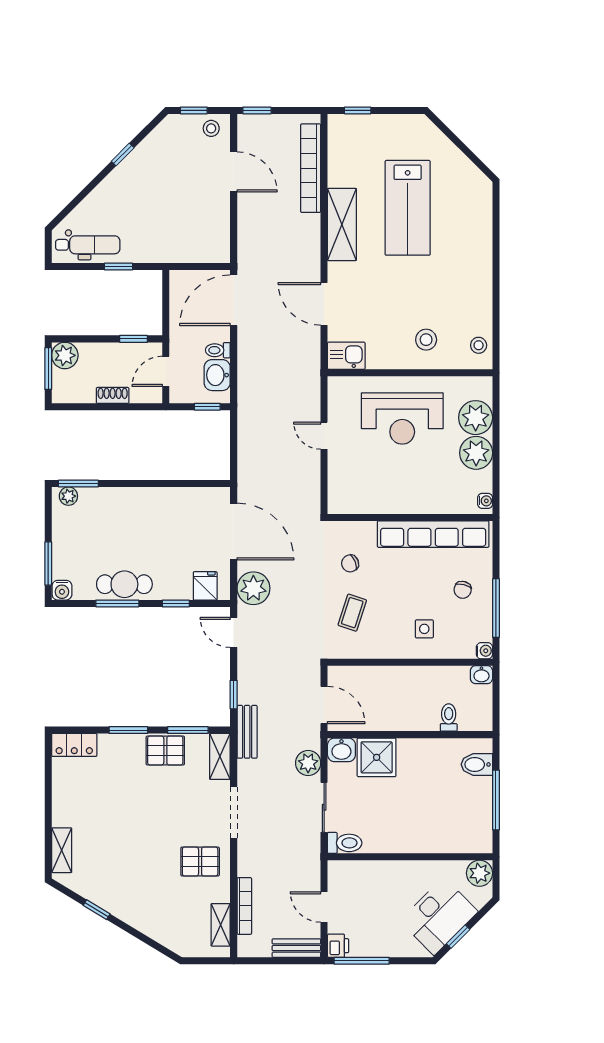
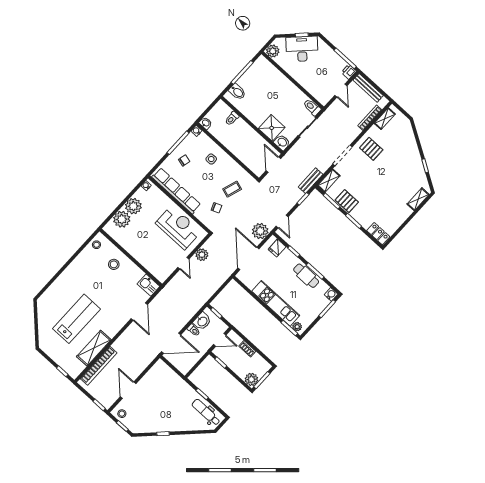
shelving: (342, 224) -> (94, 348), moved
reception desk: (402, 418) -> (178, 227), moved
kitchen unit: (132, 502) -> (276, 303), added
plant: (308, 763) -> (202, 255), moved
bench: (296, 948) -> (368, 88), width x1.36

